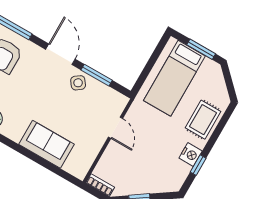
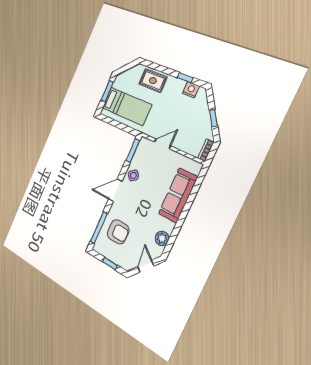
window: (97, 75) -> (133, 151), moved
sofa: (46, 144) -> (178, 195), width x1.36
nightstand: (191, 155) -> (191, 90), moved

